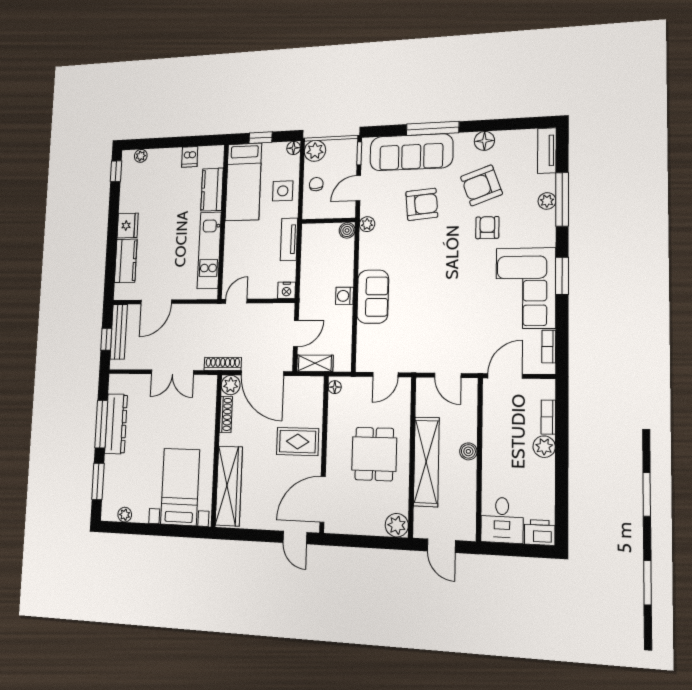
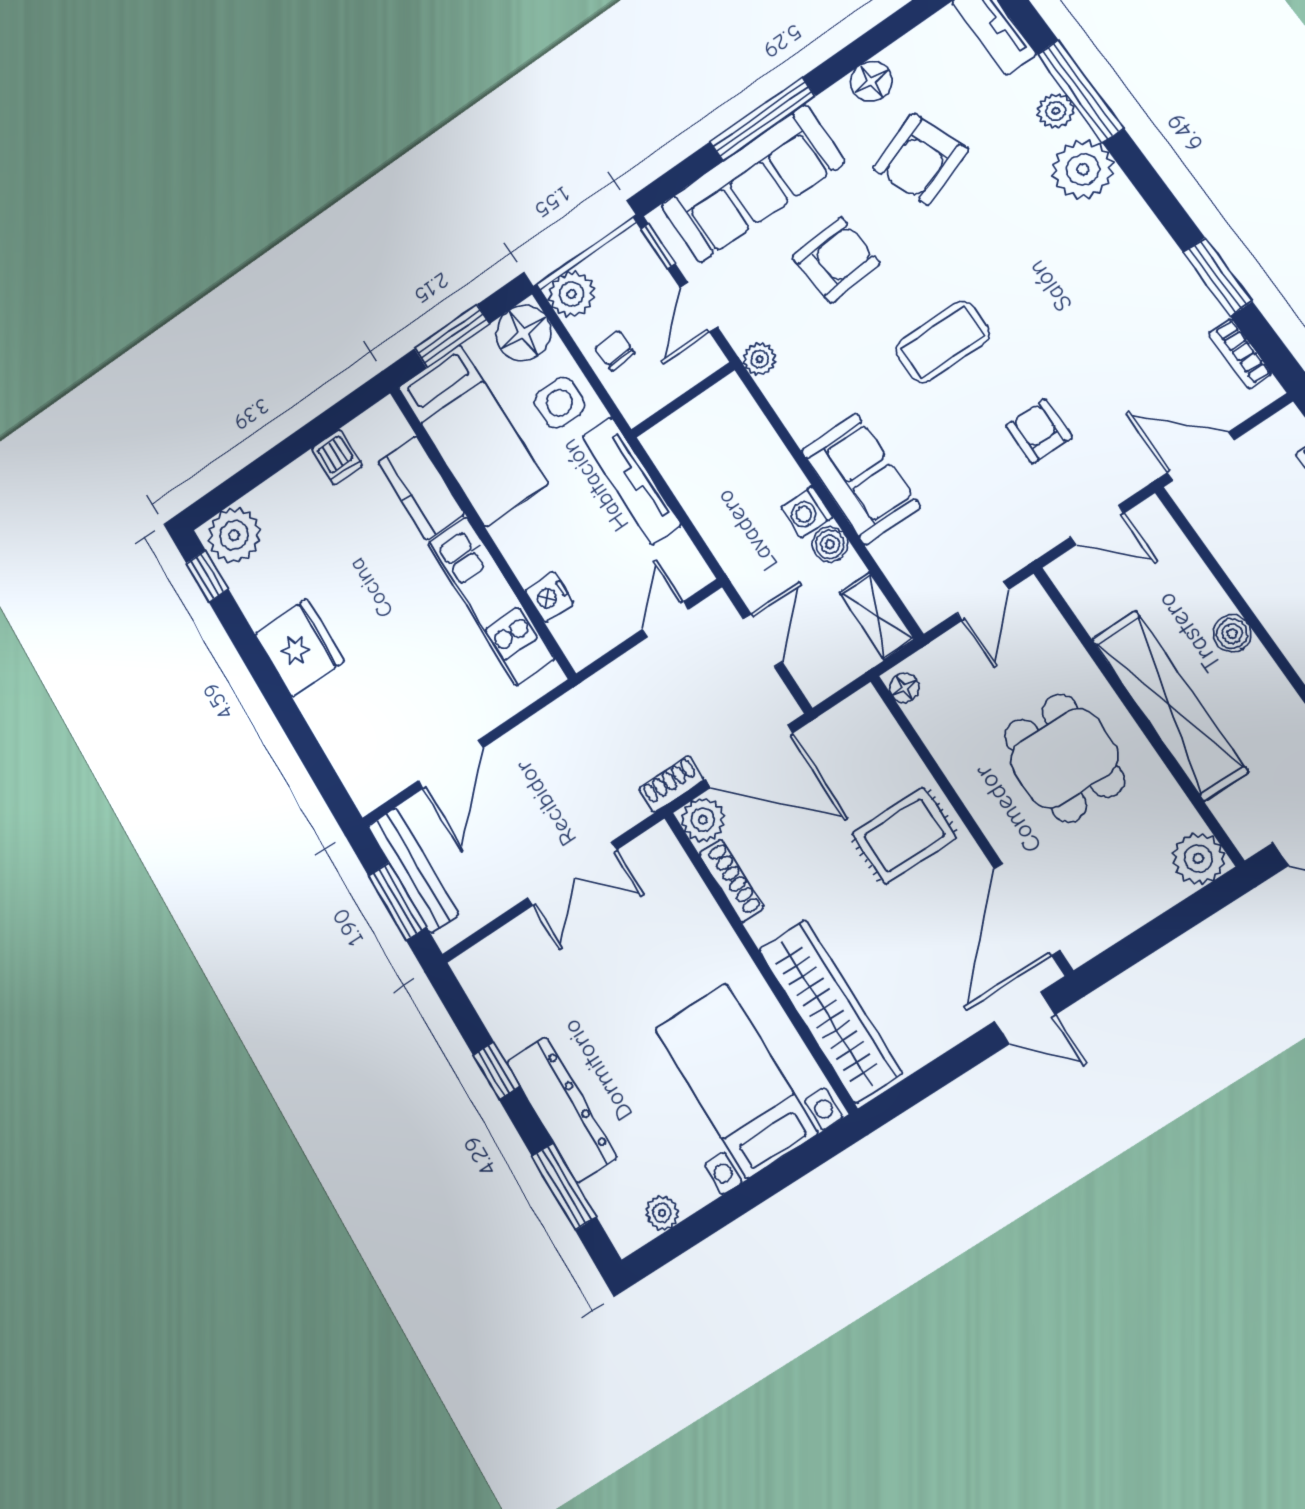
window: (261, 138) -> (452, 336), width x1.50
floor lamp: (294, 148) -> (524, 333), width x1.89, depth x1.89
plant: (141, 156) -> (234, 535), width x1.88, depth x1.88
fridge: (128, 226) -> (299, 648), width x1.36, depth x1.34
armchair: (487, 228) -> (1039, 431), moved
boiler: (347, 230) -> (830, 544), moved
plant: (541, 232) -> (1083, 169), added
tv unit: (289, 239) -> (631, 481), width x1.41
kitchen counter: (126, 261) -> (338, 728), removed
coffee table: (440, 264) -> (943, 342), added
window: (562, 276) -> (1218, 277), moved
corner sofa: (526, 288) -> (1126, 281), removed
nightstand: (287, 290) -> (549, 597), moved, turned 90
door: (236, 301) -> (666, 619), moved
window: (106, 339) -> (397, 901), width x1.50
shelving: (315, 363) -> (877, 616), moved, turned 90
shoe rack: (223, 364) -> (671, 784), width x0.70
door: (505, 376) -> (1201, 456), hinge flipped
window: (101, 424) -> (496, 1071), width x0.46
dresser: (116, 424) -> (562, 1110), moved

